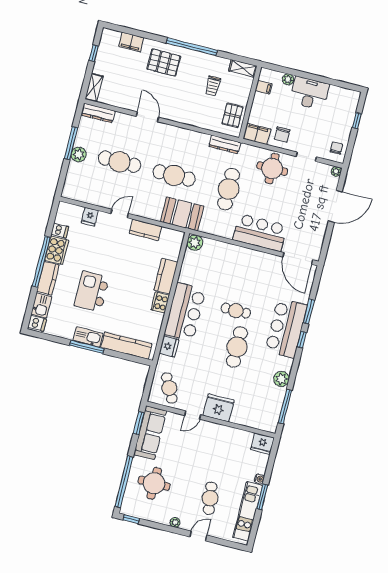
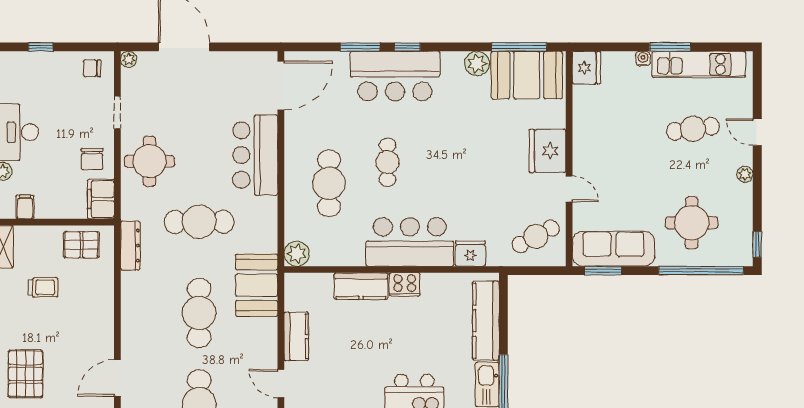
chair: (282, 135) -> (92, 159), turned 90
cafe table: (237, 347) -> (329, 183), moved, turned 90
booth: (267, 407) -> (527, 75), added

